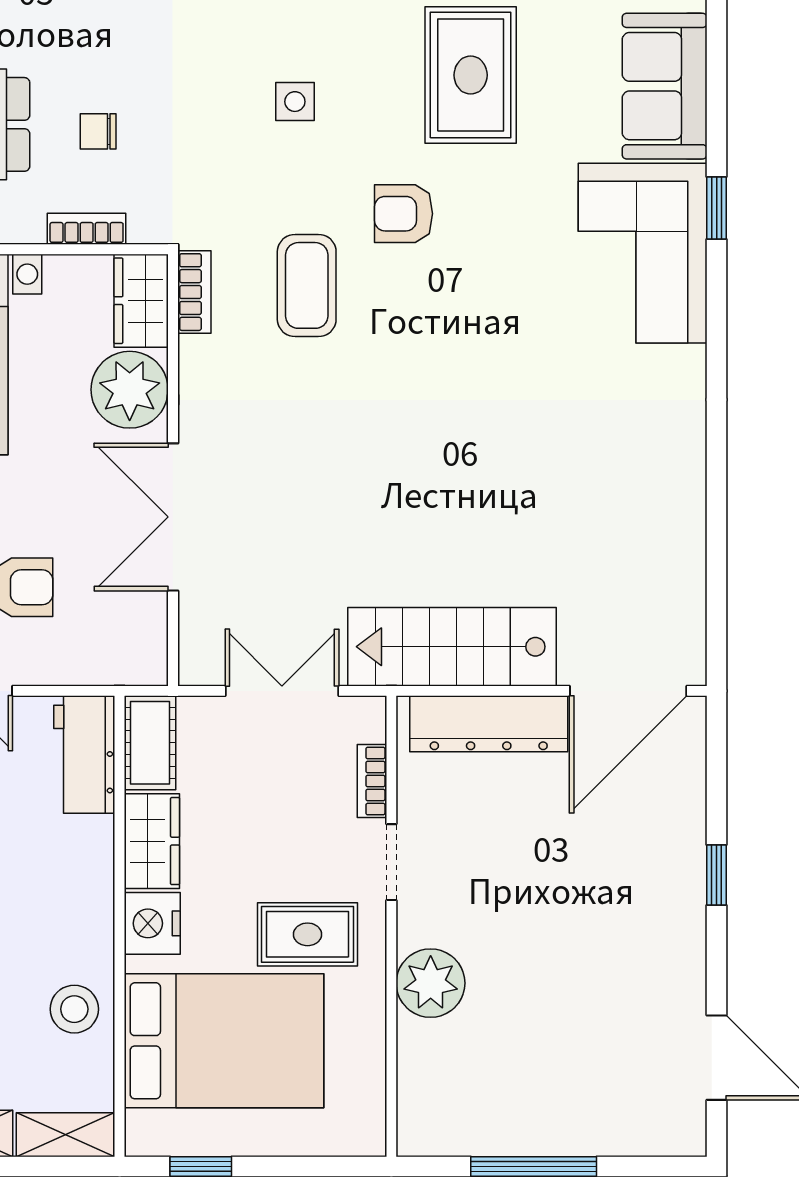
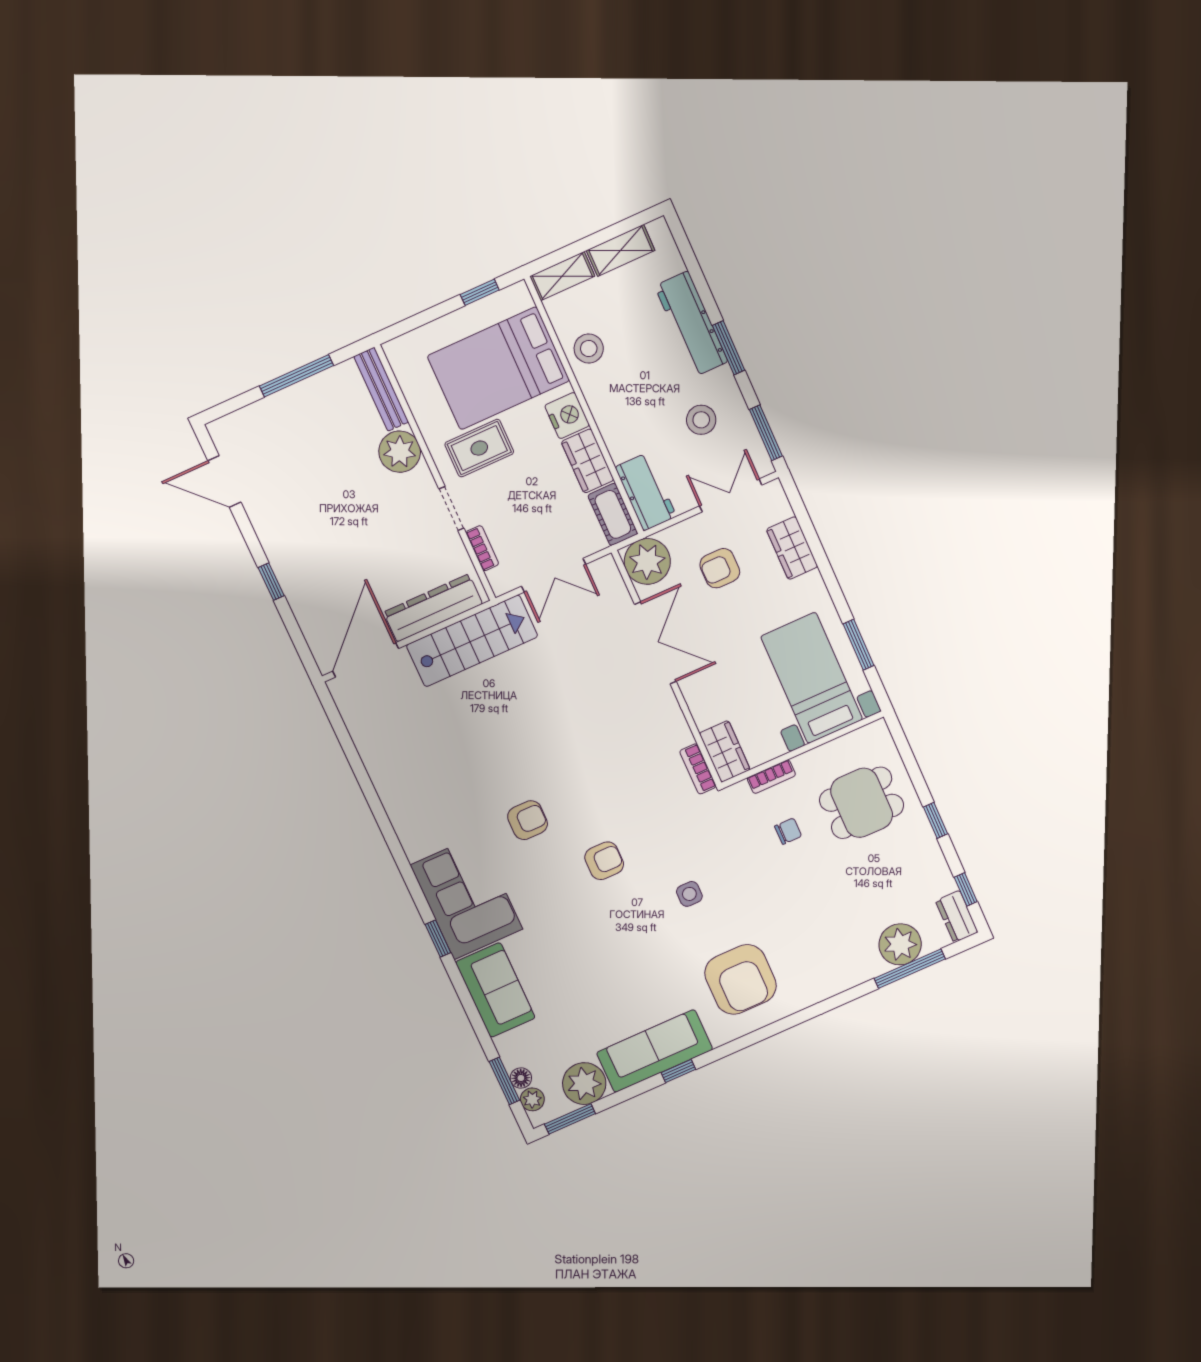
rug: (471, 75) -> (602, 950), removed
coffee table: (307, 285) -> (639, 799), removed
armchair: (493, 331) -> (528, 820), added
plant: (130, 390) -> (647, 561), moved
bench: (415, 1089) -> (381, 389), added

